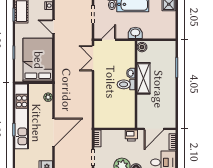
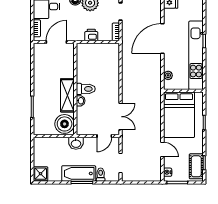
boiler: (142, 47) -> (65, 124), width x1.86, depth x1.86
printer: (131, 136) -> (91, 35), moved

